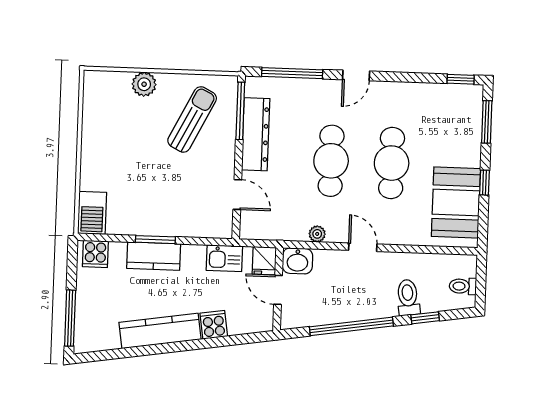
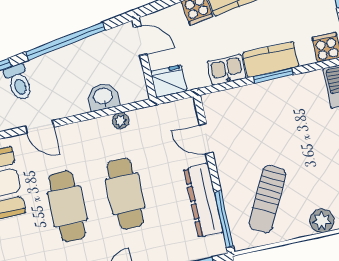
door: (363, 247) -> (40, 127), moved
kitchen sink: (224, 258) -> (227, 70), moved
fridge: (264, 261) -> (169, 81), width x1.38
washbasin: (297, 261) -> (103, 97), moved
door: (278, 290) -> (140, 41), moved

